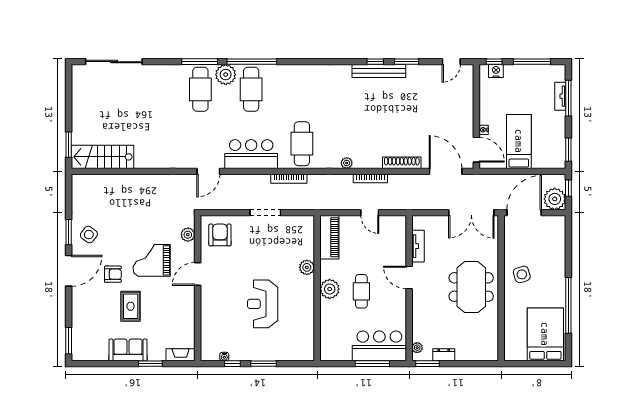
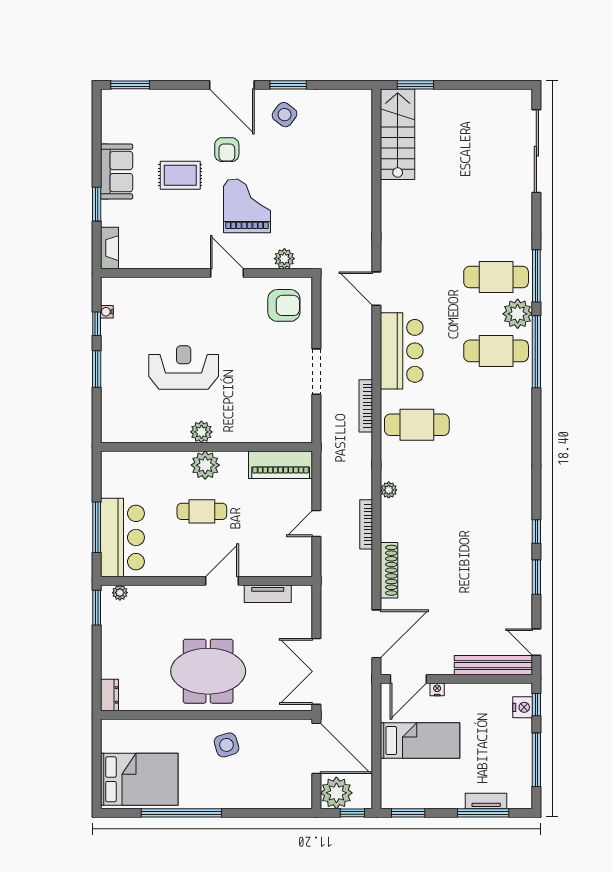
bench: (379, 71) -> (493, 665), moved, turned 90
plant: (307, 267) -> (201, 432), moved
dresser: (444, 355) -> (109, 695), moved

